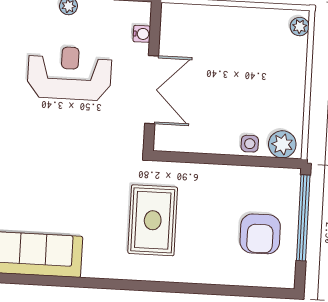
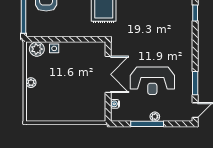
plant: (300, 27) -> (31, 83), moved
double door: (152, 90) -> (108, 74), swing flipped

